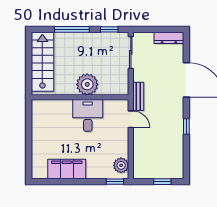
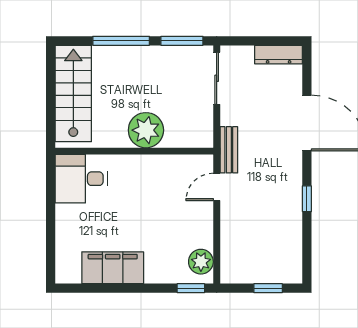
window: (109, 29) -> (182, 41), width x1.50
desk: (88, 115) -> (81, 179), moved, turned -90
door: (131, 119) -> (217, 187), swing flipped

